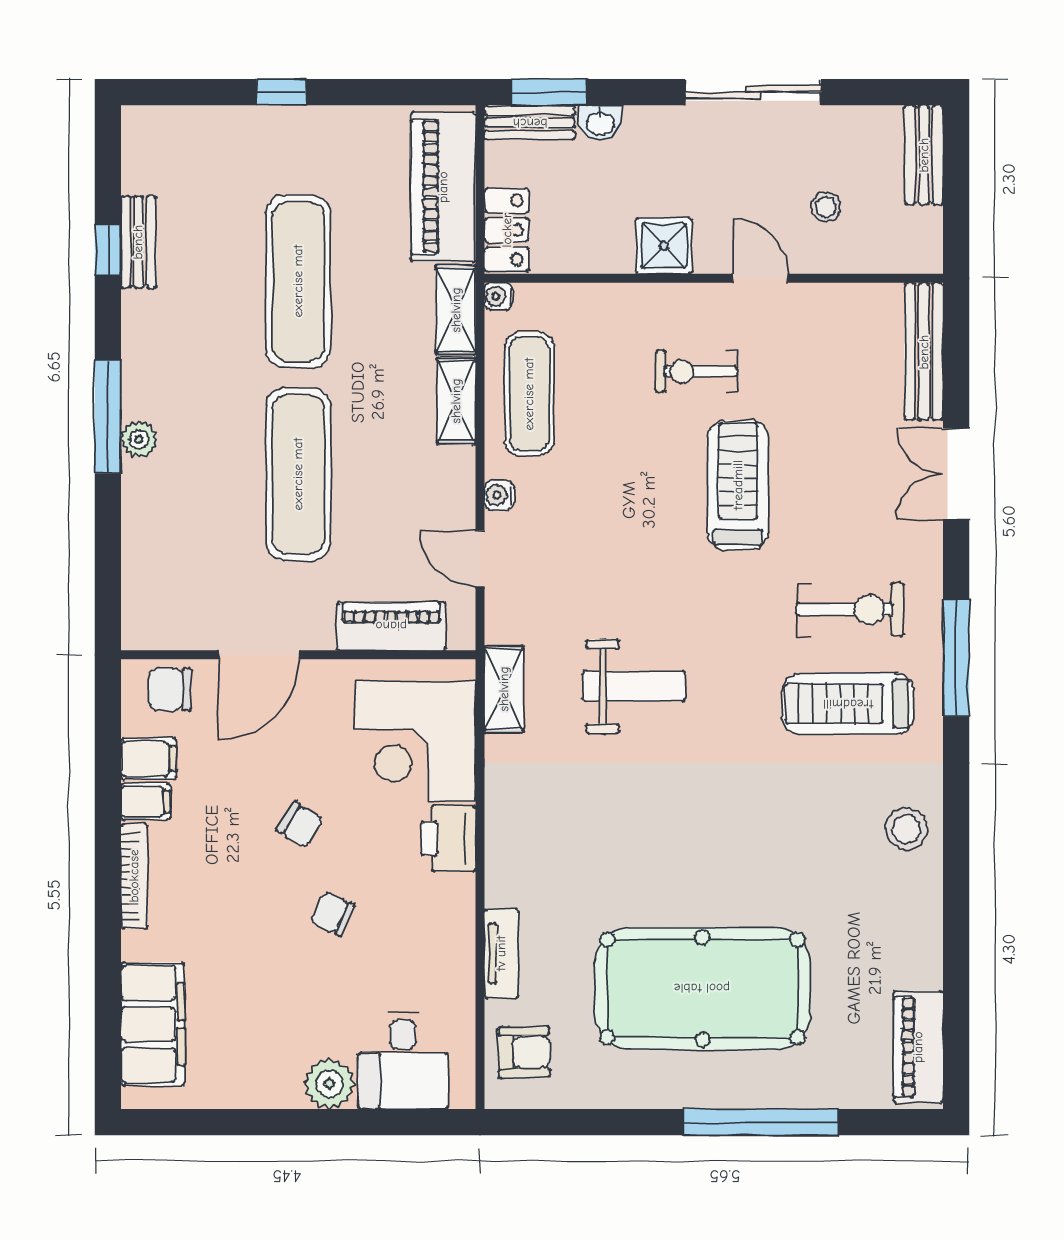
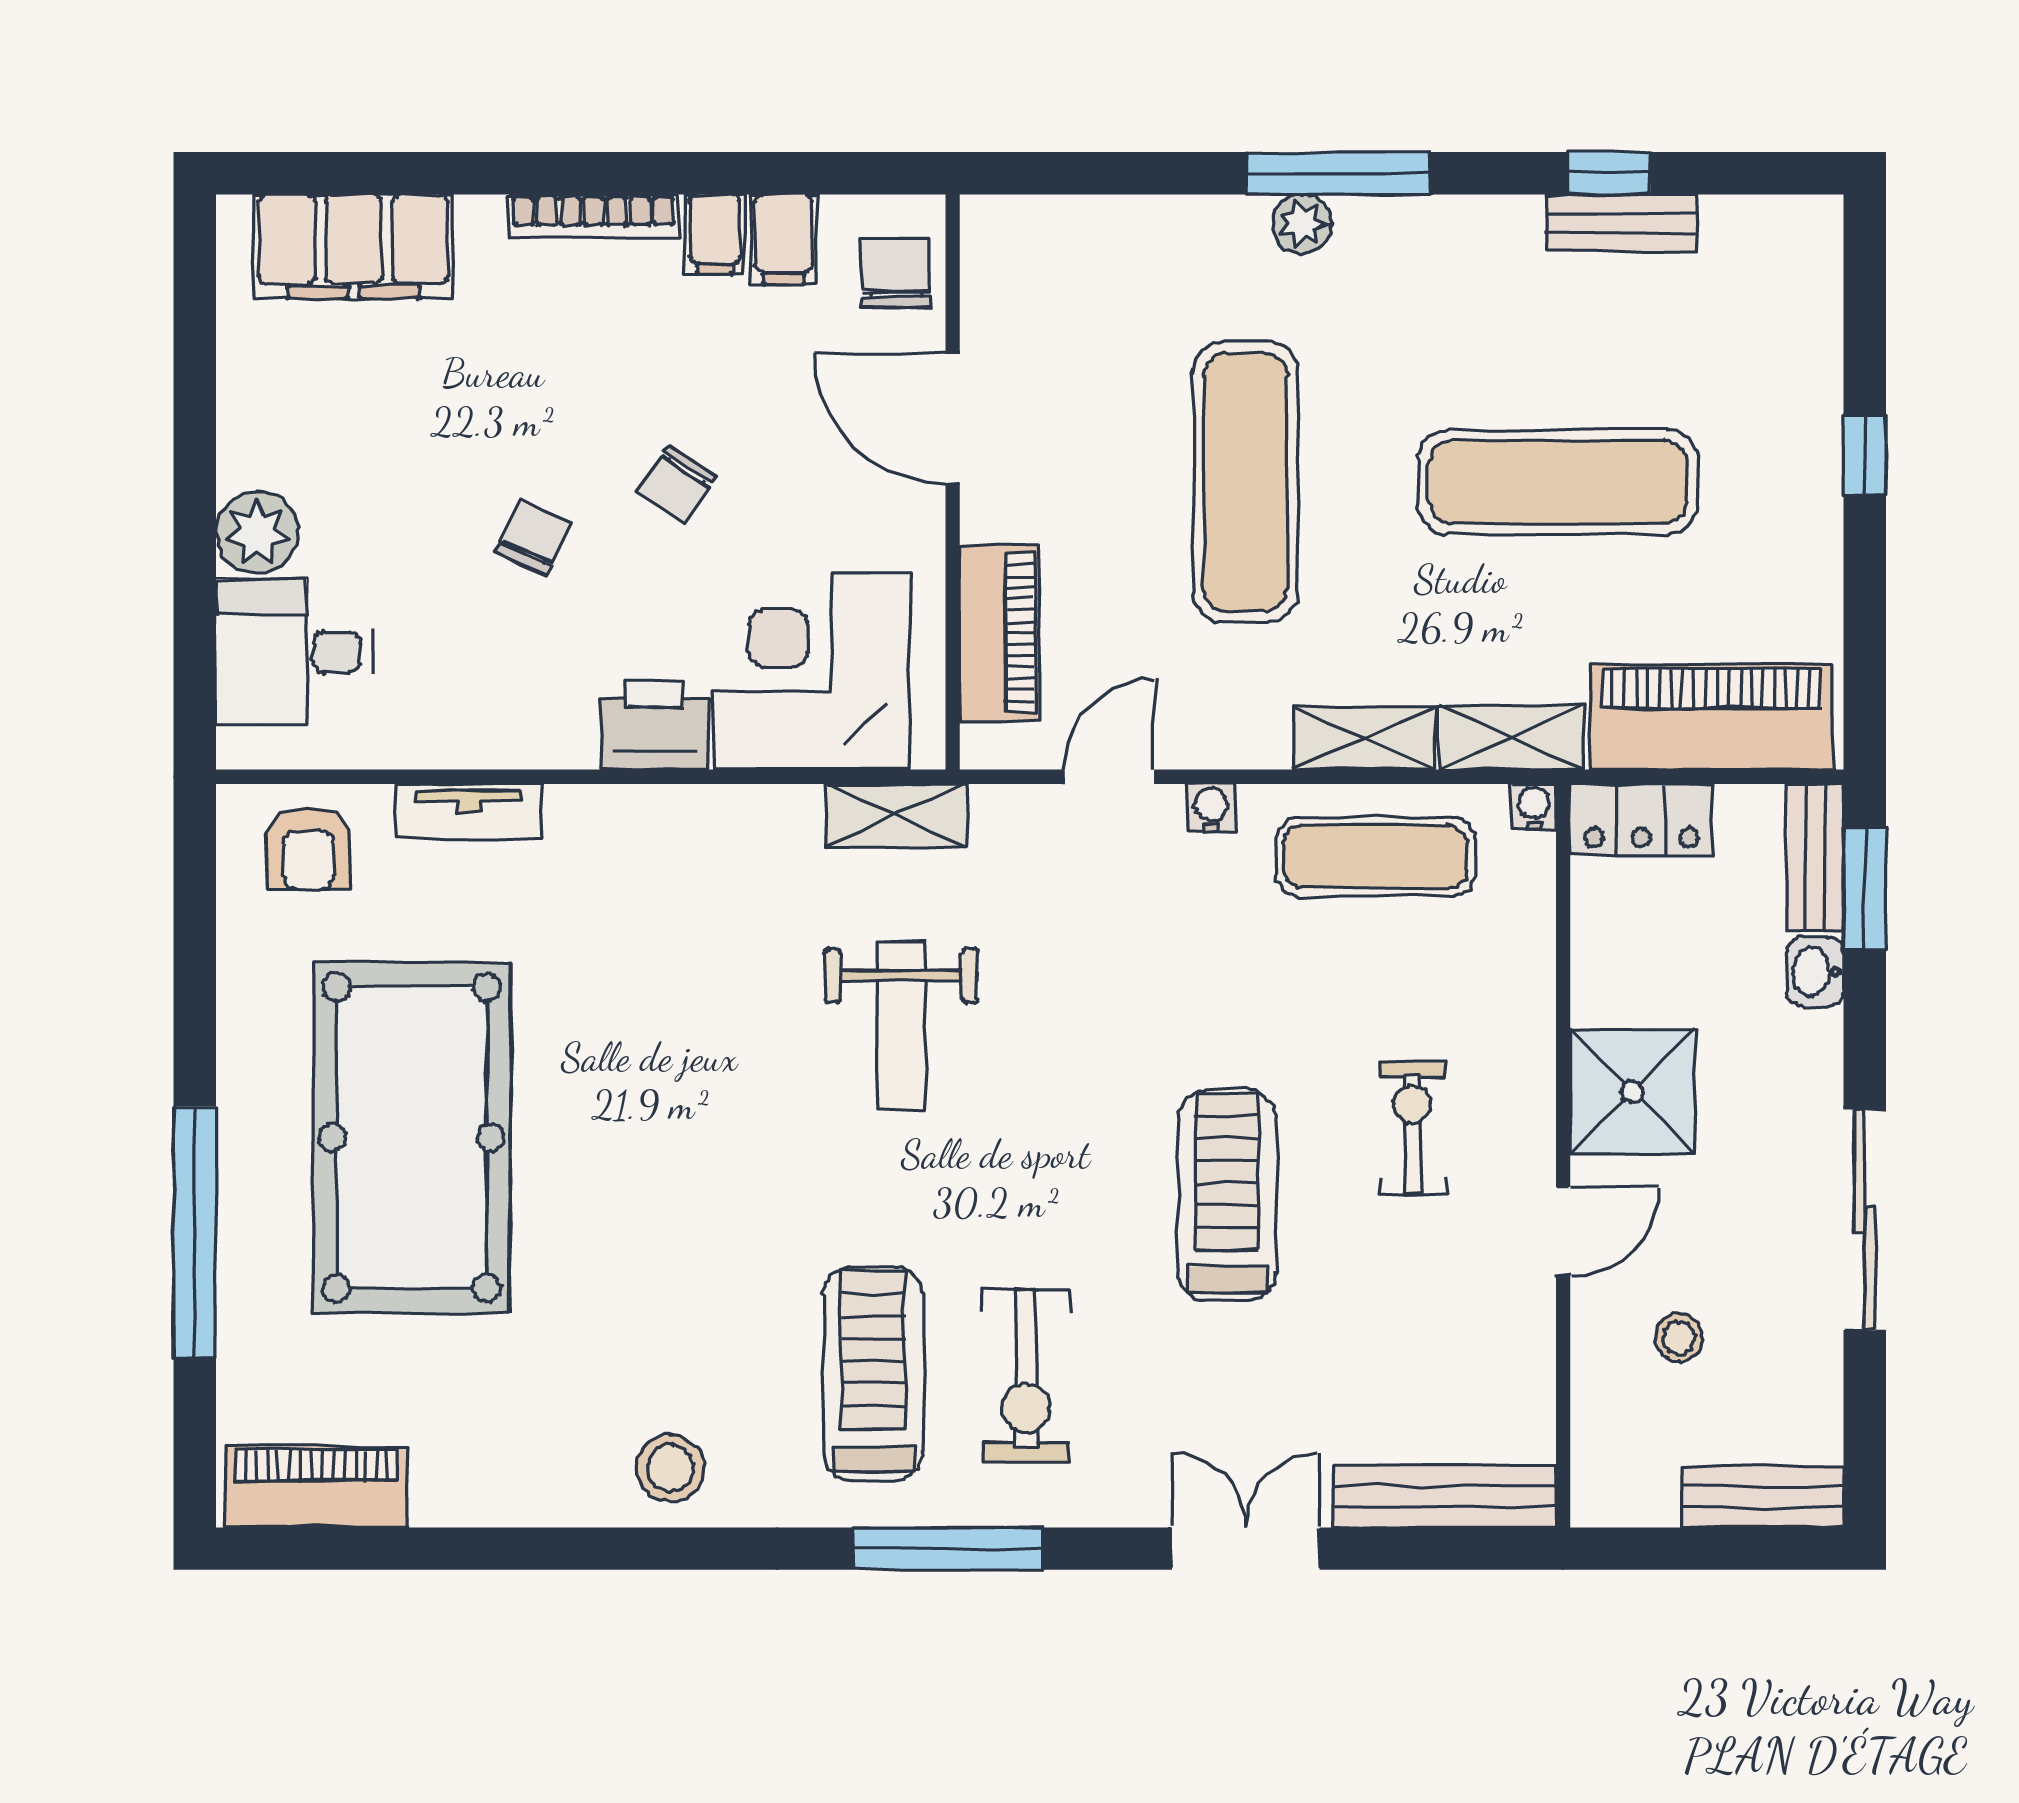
shower: (664, 246) -> (1632, 1091), width x1.36, depth x1.36
exercise mat: (298, 474) -> (1245, 482), turned 90
treadmill: (738, 485) -> (1227, 1195), turned -90

